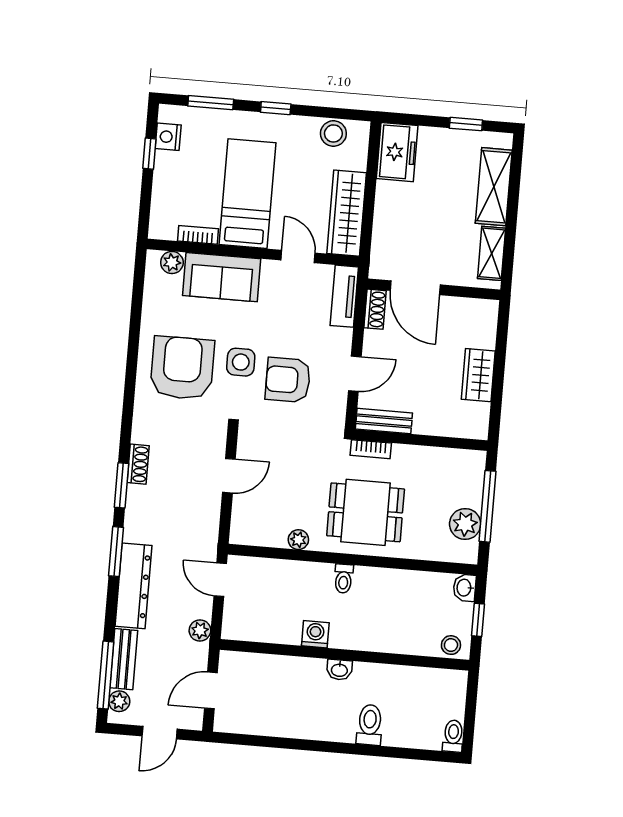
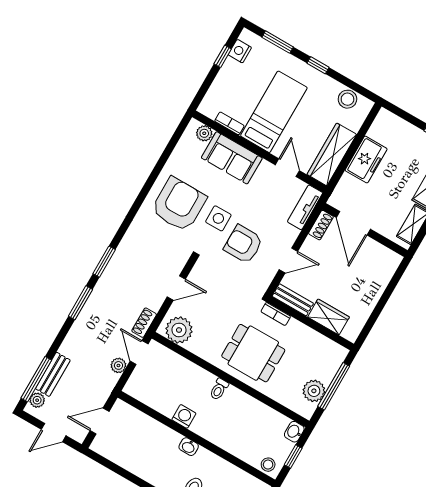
freezer: (397, 152) -> (366, 160), moved
wardrobe: (478, 375) -> (329, 317), moved, turned 90
shoe rack: (138, 464) -> (144, 323), moved, turned 180
plant: (298, 540) -> (179, 330), moved, width x1.87, depth x1.87
dresser: (133, 586) -> (81, 330), removed
plant: (200, 630) -> (118, 365), moved

